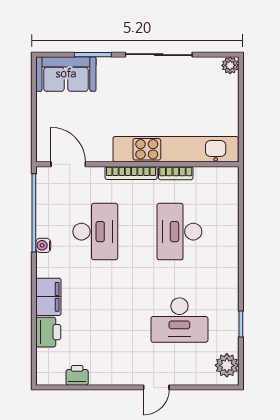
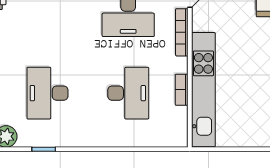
bookcase: (131, 173) -> (182, 32), moved
desk: (179, 232) -> (128, 93), turned 90

